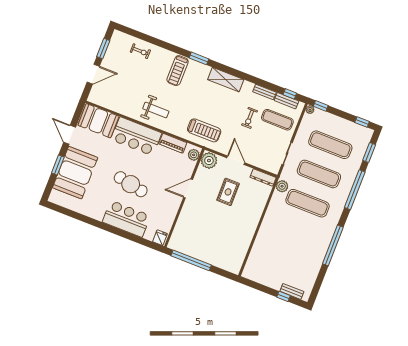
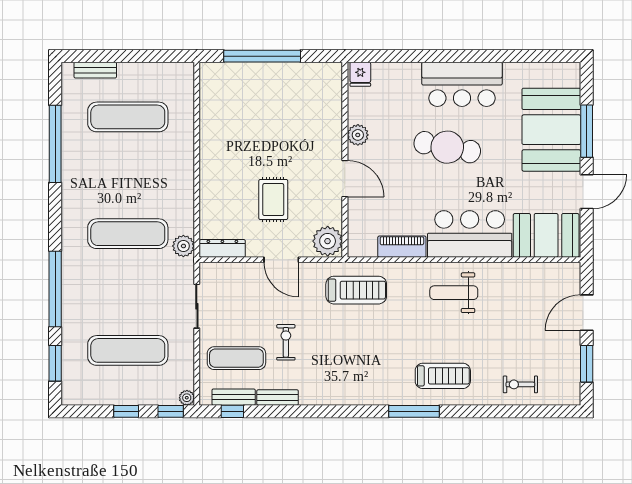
window: (199, 58) -> (414, 411), width x1.44
treadmill: (178, 71) -> (443, 376), turned 90
shelving: (226, 80) -> (353, 393), removed
window: (362, 122) -> (126, 411), moved
treadmill: (204, 130) -> (356, 290), turned 180
door: (70, 135) -> (587, 192), hinge flipped
plant: (194, 155) -> (358, 135), moved
window: (58, 165) -> (587, 131), width x1.44
exercise mat: (319, 174) -> (128, 117), moved
door: (188, 188) -> (345, 179), hinge flipped
bar counter: (126, 219) -> (462, 84), moved
window: (333, 245) -> (55, 144), moved
window: (191, 260) -> (262, 56), moved
window: (284, 296) -> (106, 56), removed

